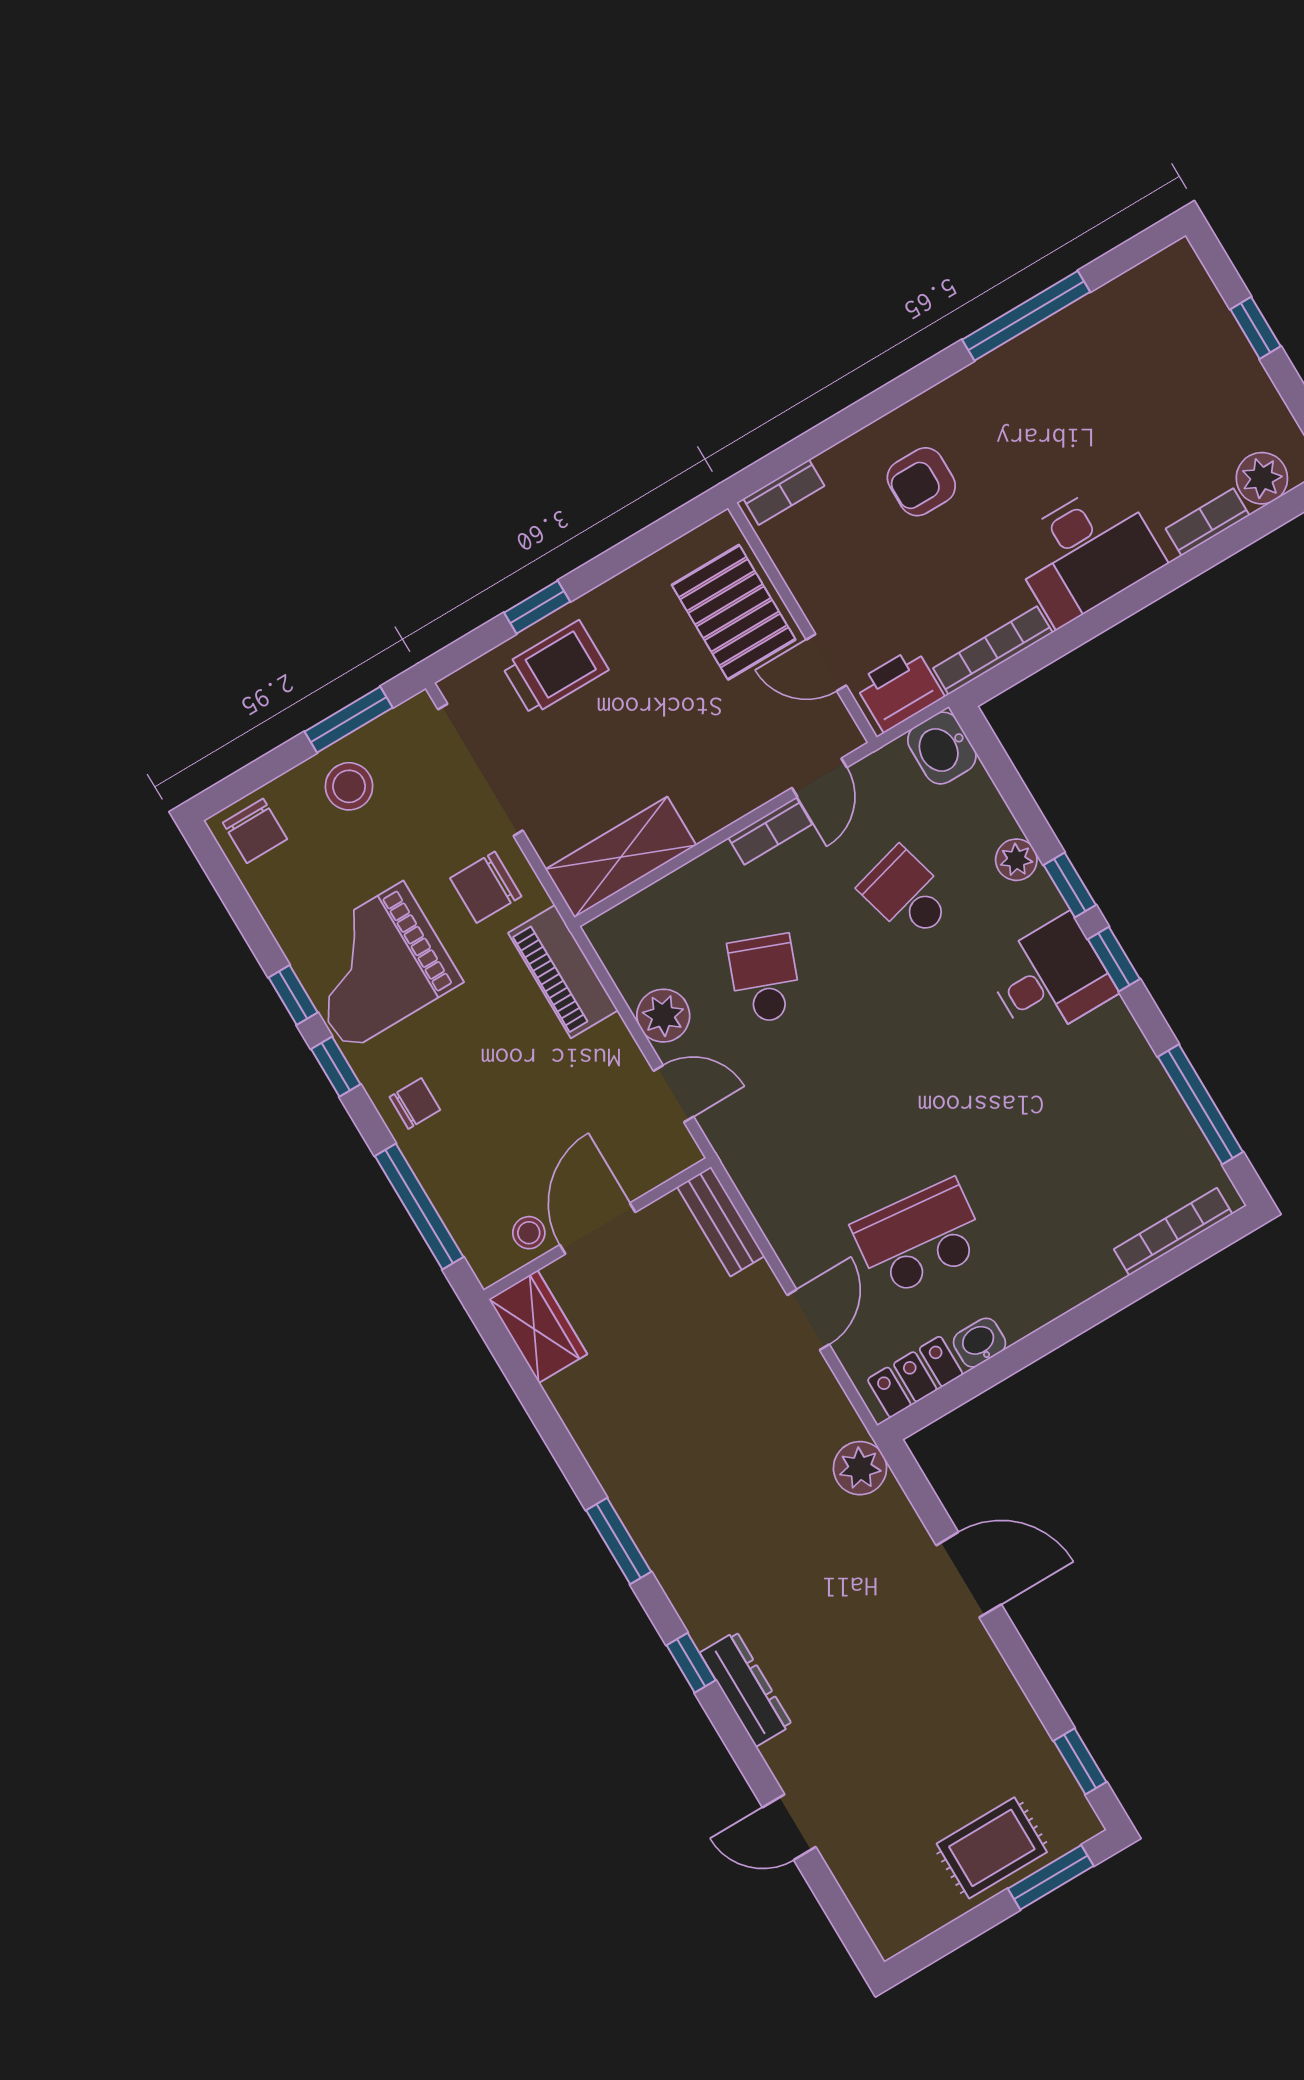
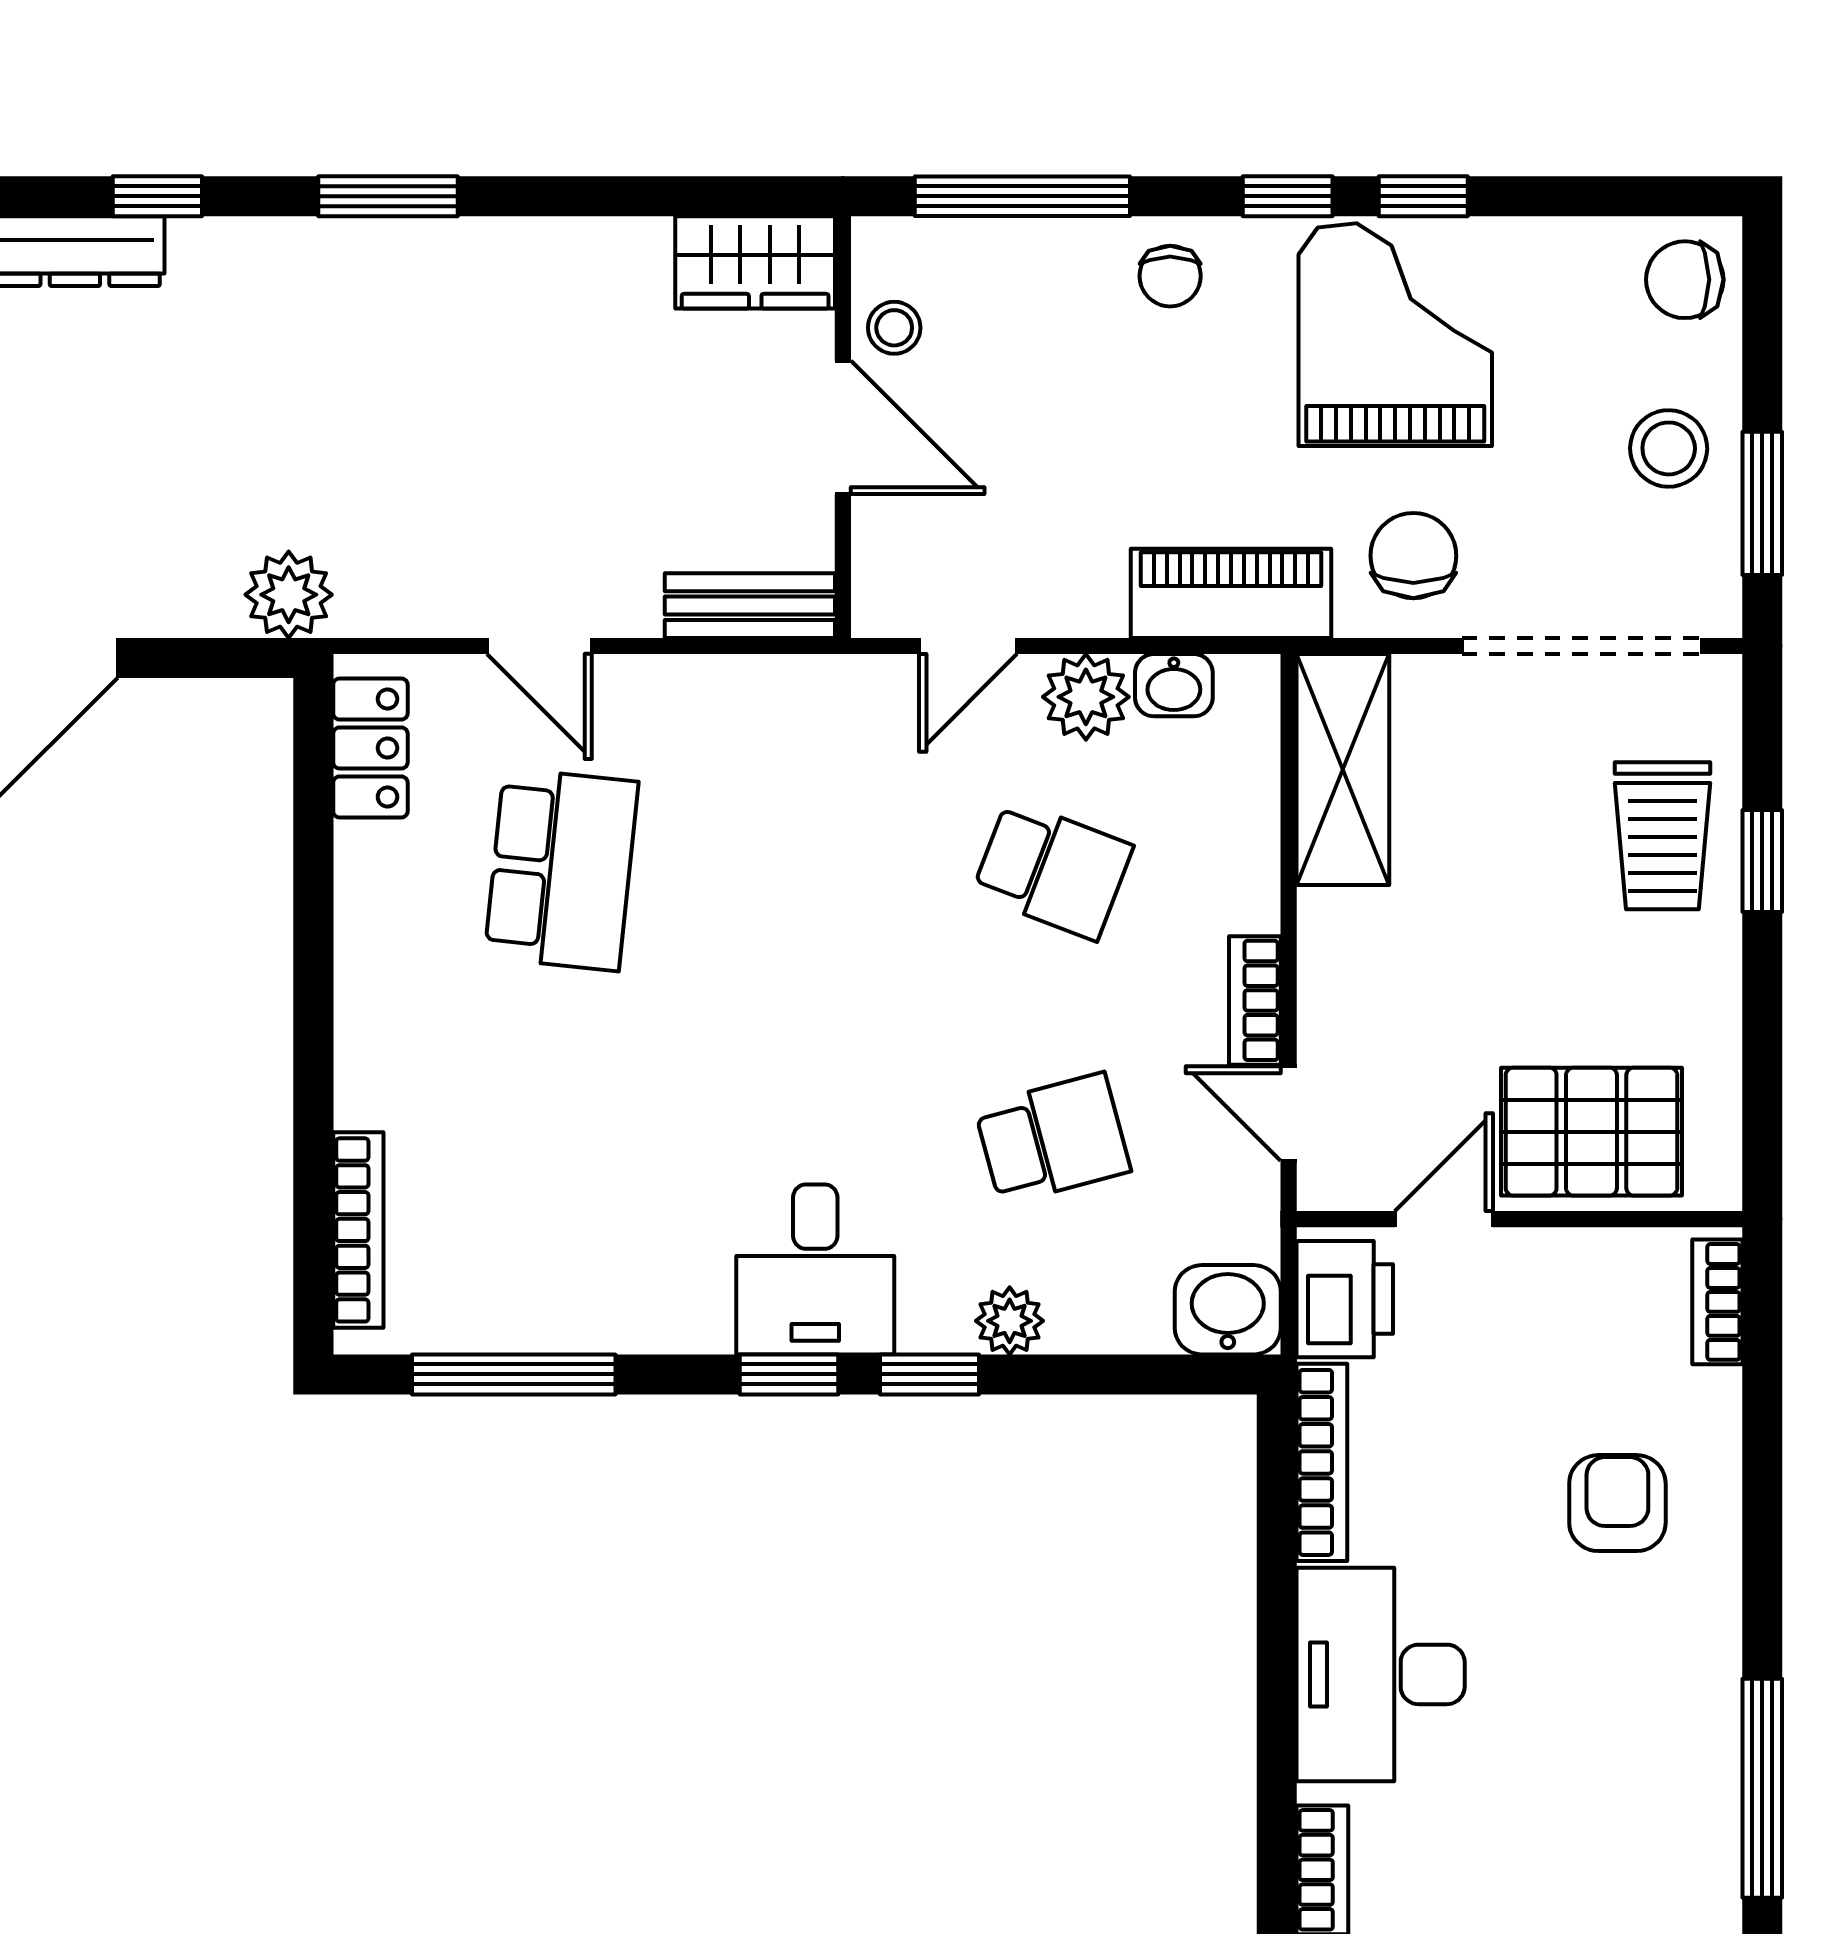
washbasin: (979, 1343) -> (1174, 685), moved, turned 90

